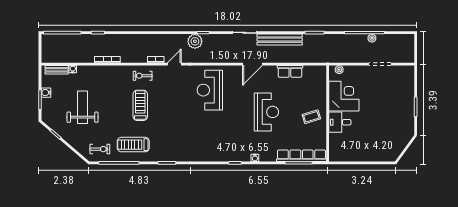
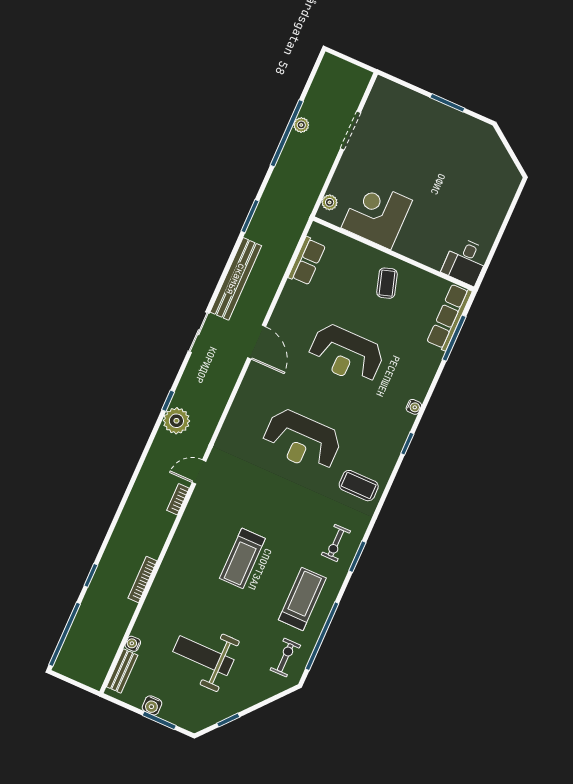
door: (174, 64) -> (199, 472), hinge flipped
row of seats: (290, 71) -> (307, 261), moved
exercise bike: (143, 76) -> (336, 543), moved
reception desk: (210, 90) -> (302, 440), moved
treadmill: (140, 105) -> (242, 558), turned -90
reception desk: (266, 112) -> (346, 354), turned 180
desk: (340, 122) -> (465, 261), moved
treadmill: (133, 145) -> (302, 599), turned 180
coffee table: (203, 148) -> (359, 486), added
row of seats: (302, 156) -> (449, 317), width x0.73

